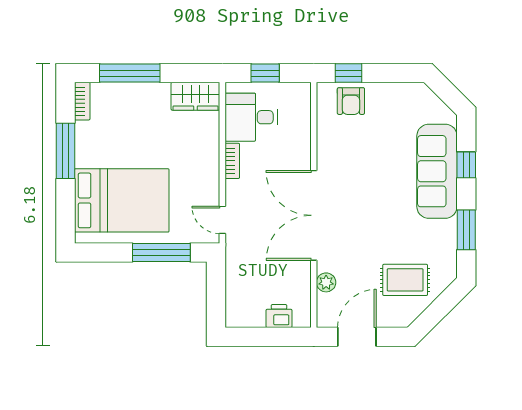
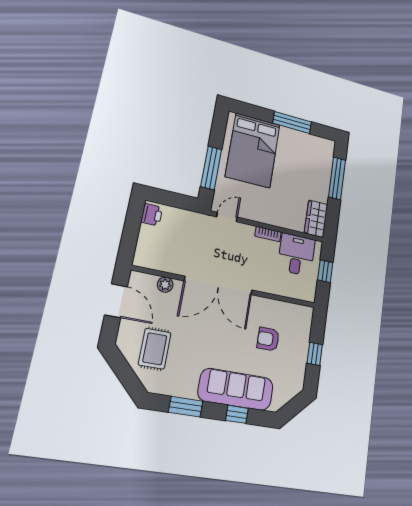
window: (348, 73) -> (315, 354), moved
bookcase: (82, 101) -> (323, 142), removed
armchair: (351, 101) -> (268, 339), moved
double door: (314, 215) -> (218, 286), swing flipped
printer: (279, 316) -> (152, 215), moved

